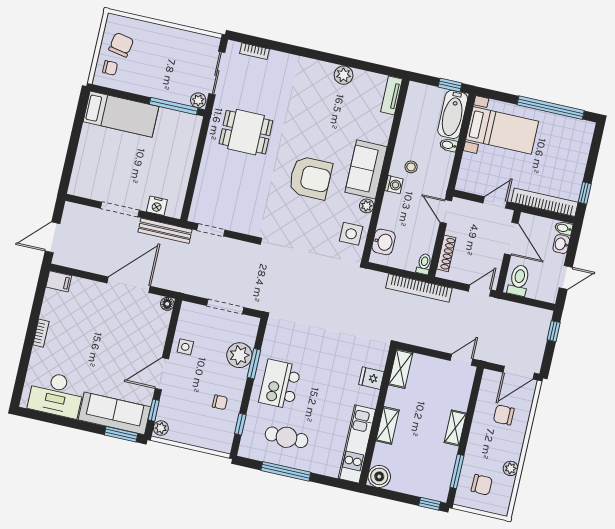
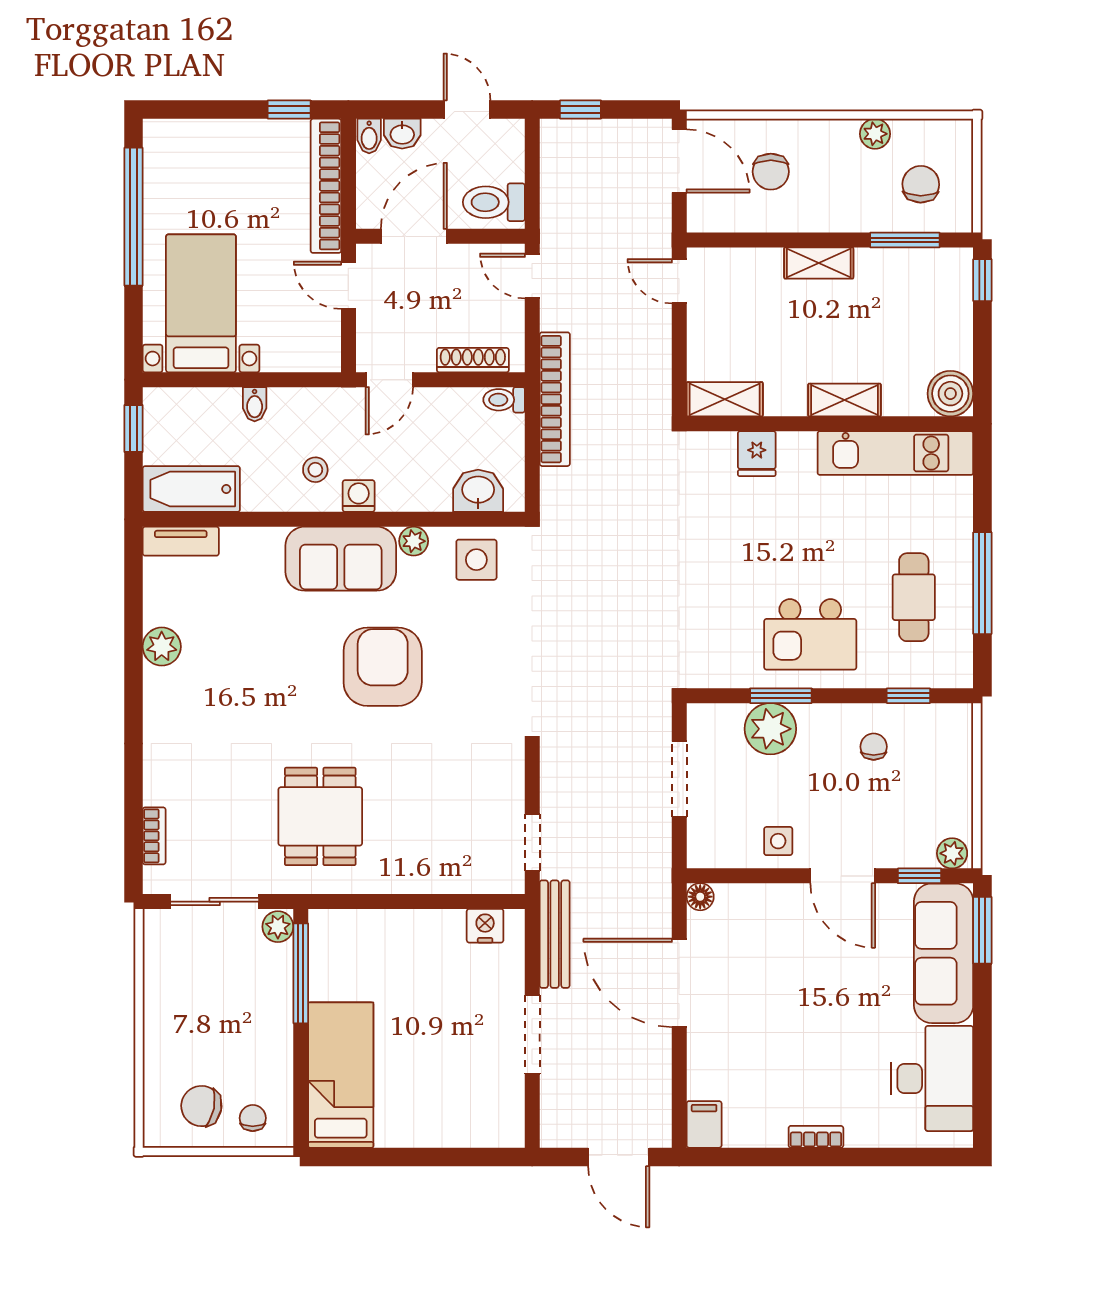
bathtub: (453, 114) -> (191, 489), moved, turned 180
nightstand: (157, 206) -> (485, 926), moved, turned -90

